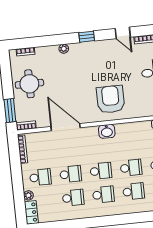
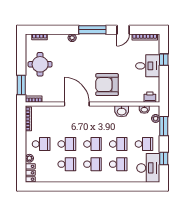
door: (123, 33) -> (123, 30), hinge flipped
window: (87, 37) -> (92, 30), width x2.17
armchair: (111, 99) -> (107, 85), turned -90
door: (66, 127) -> (77, 104), moved
washbasin: (107, 131) -> (122, 111), moved

